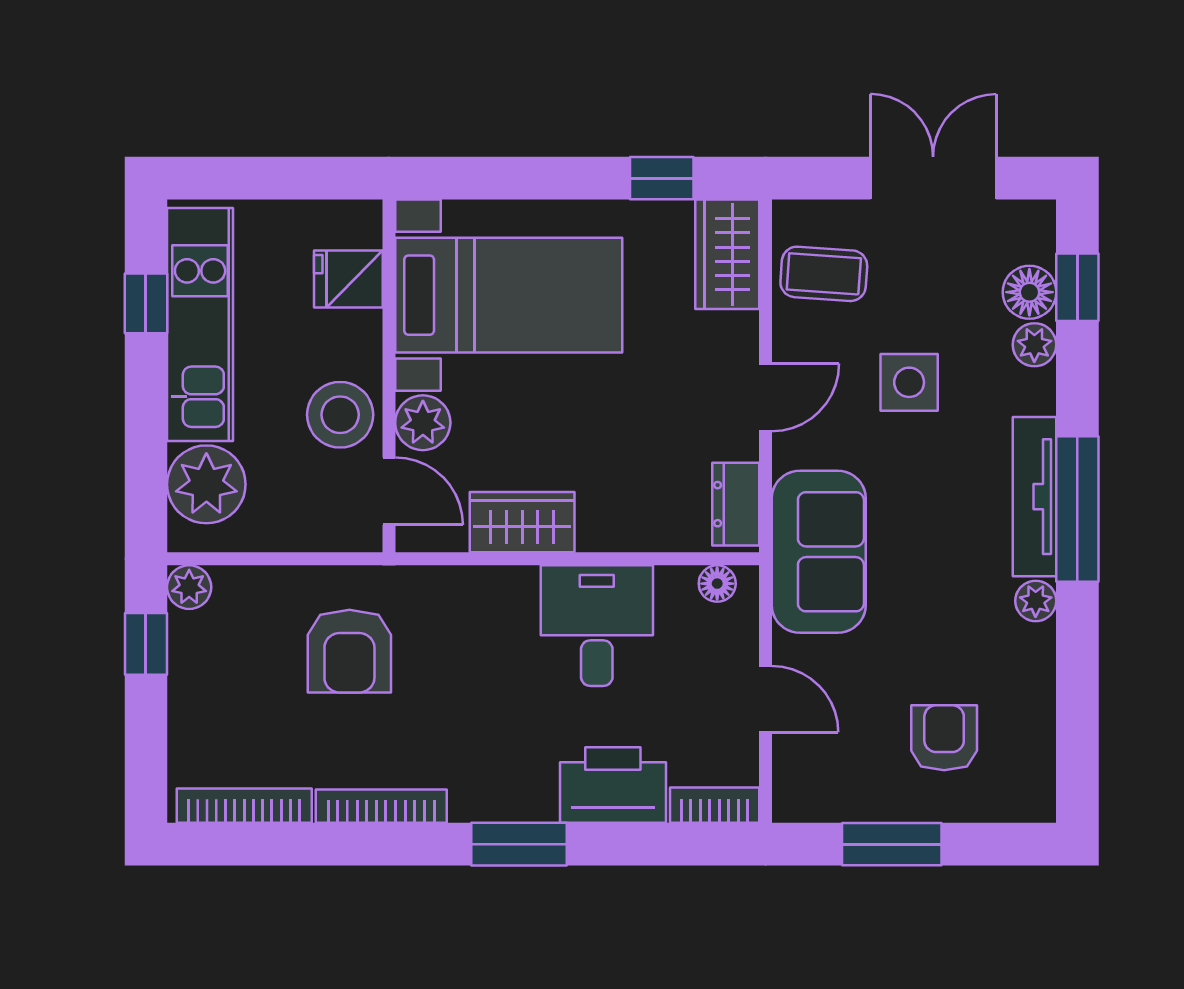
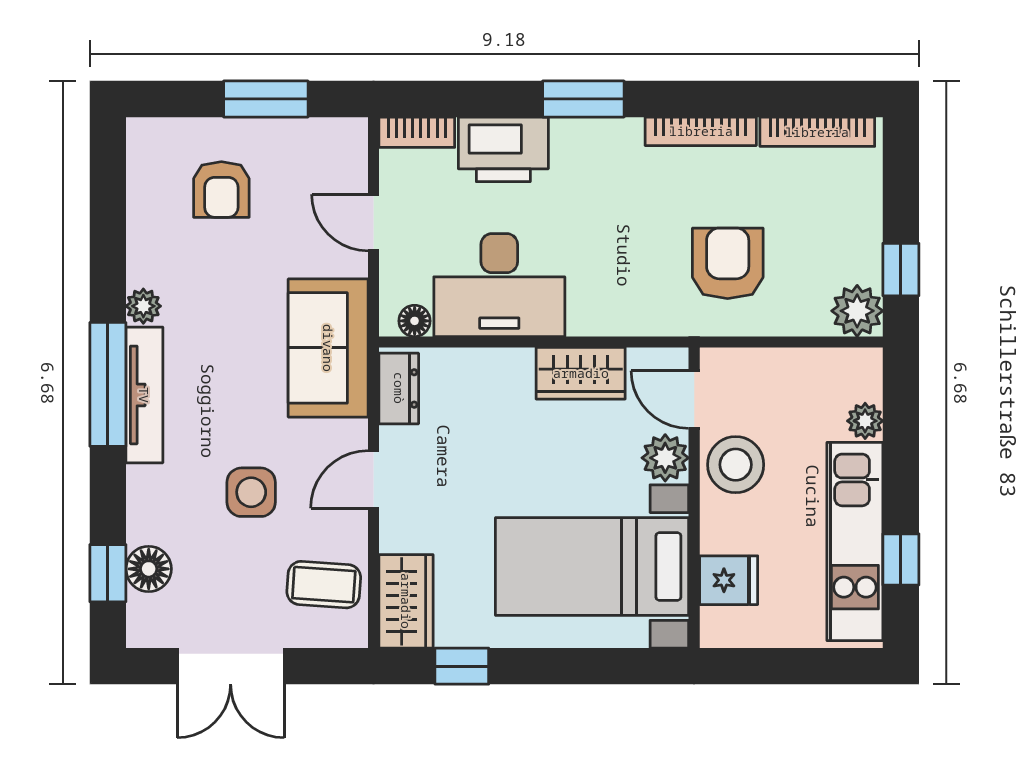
plant: (1034, 345) -> (144, 524), removed
plant: (206, 484) -> (865, 421), width x0.53, depth x0.53
plant: (189, 587) -> (857, 311), width x1.38, depth x1.38
desk: (597, 626) -> (499, 285), width x1.37

